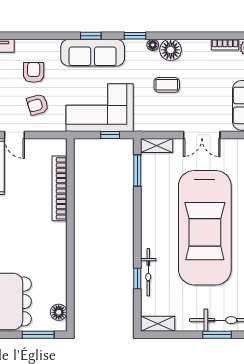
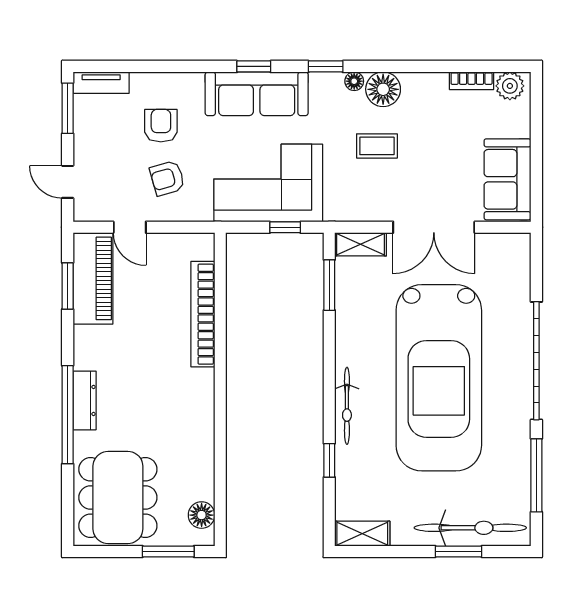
double door: (202, 135) -> (434, 227), width x1.37
bicycle: (148, 272) -> (347, 406), moved

